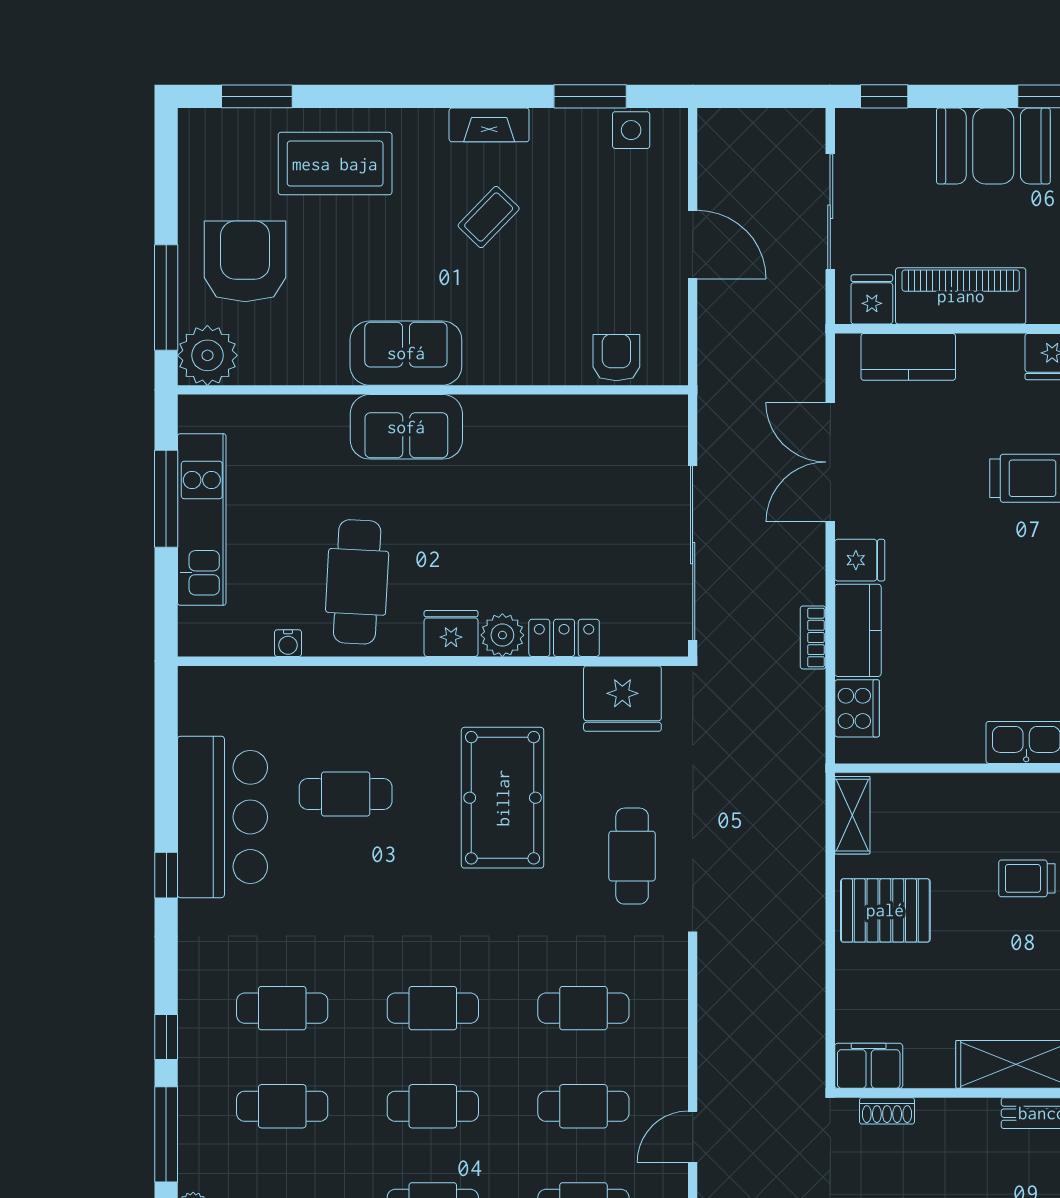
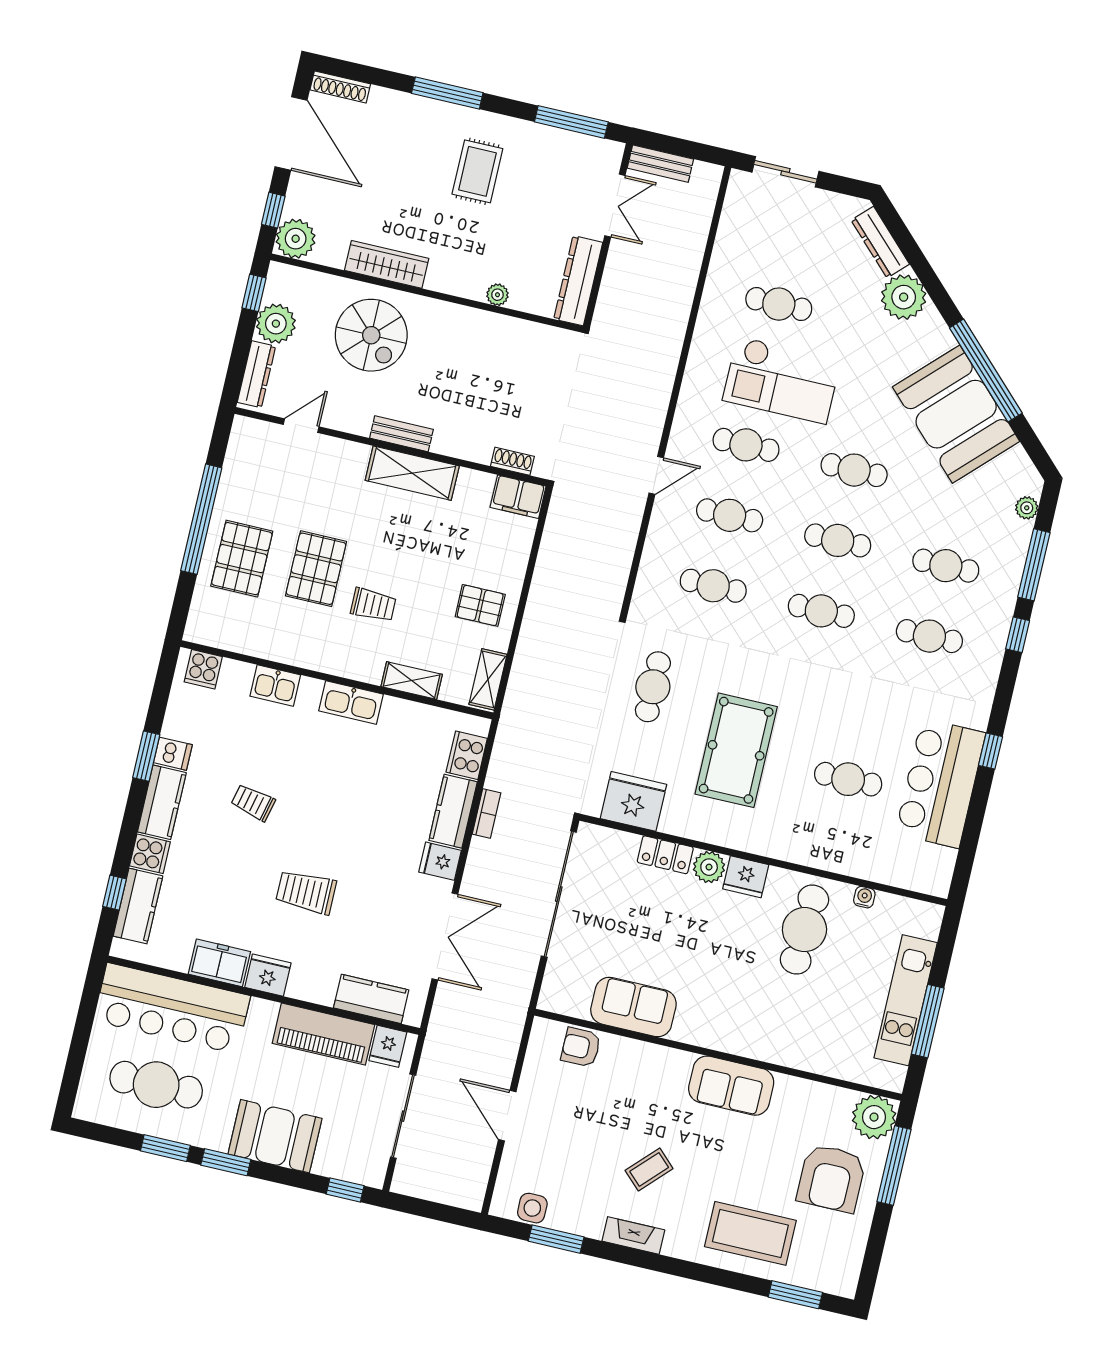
armchair: (616, 358) -> (581, 1047), turned 90
sofa: (406, 427) -> (633, 1007), moved
shelving: (953, 790) -> (412, 680), added
pallet: (885, 910) -> (480, 605), width x0.67, depth x0.71

